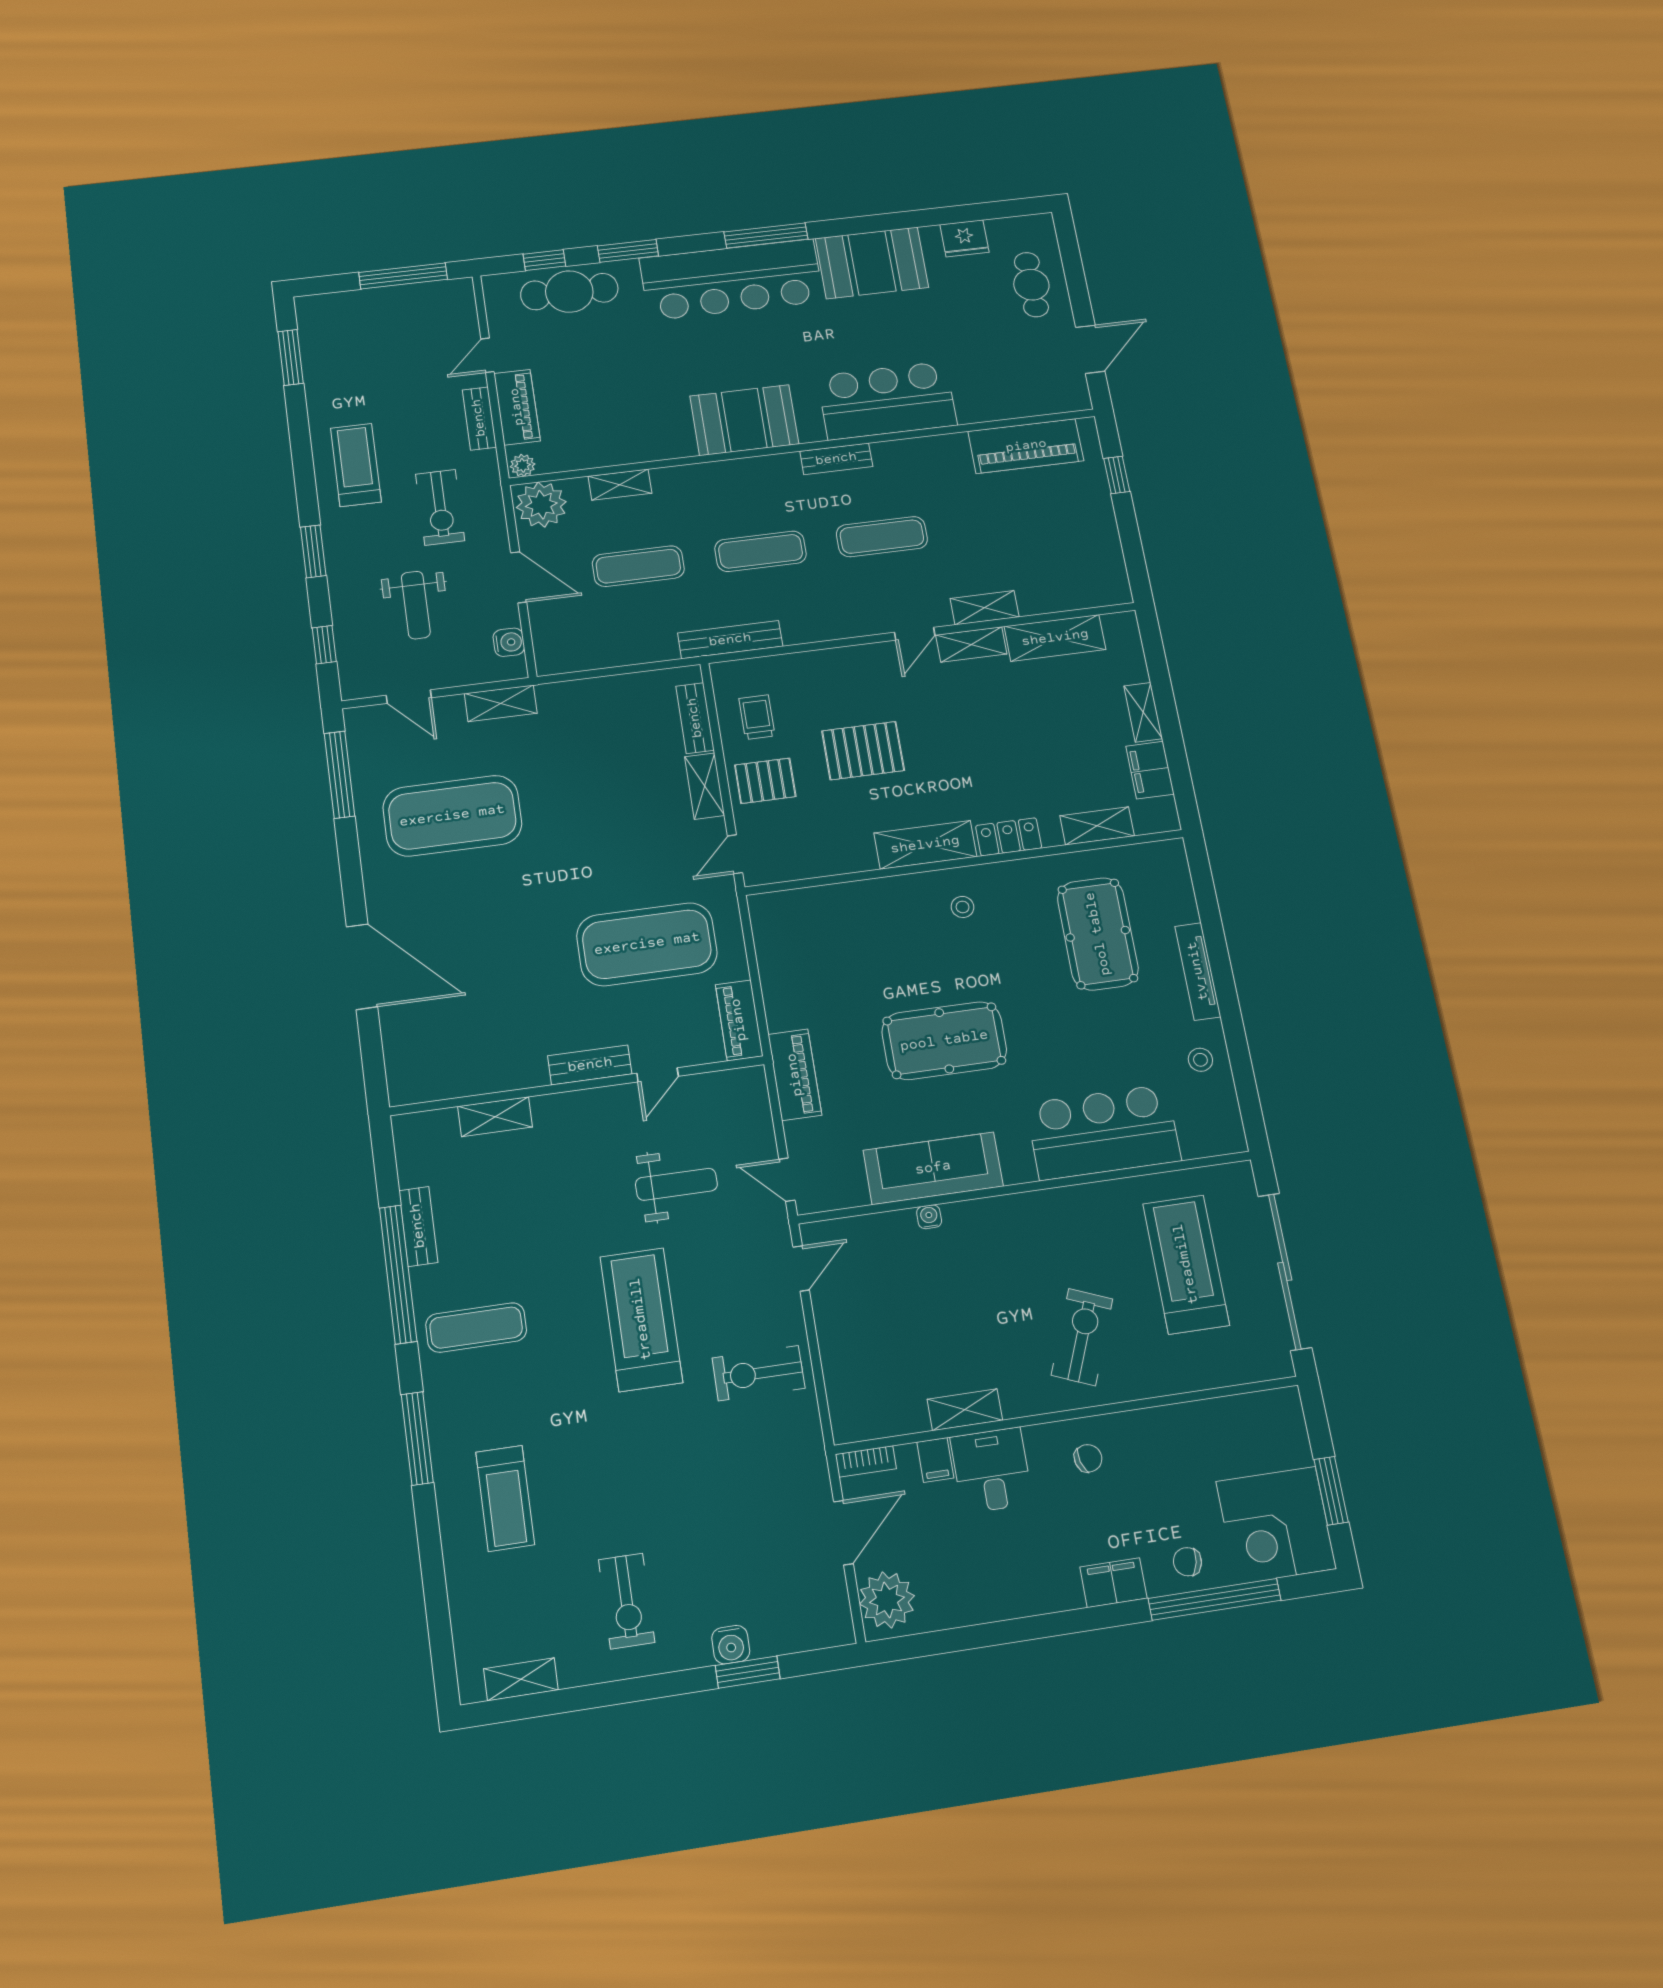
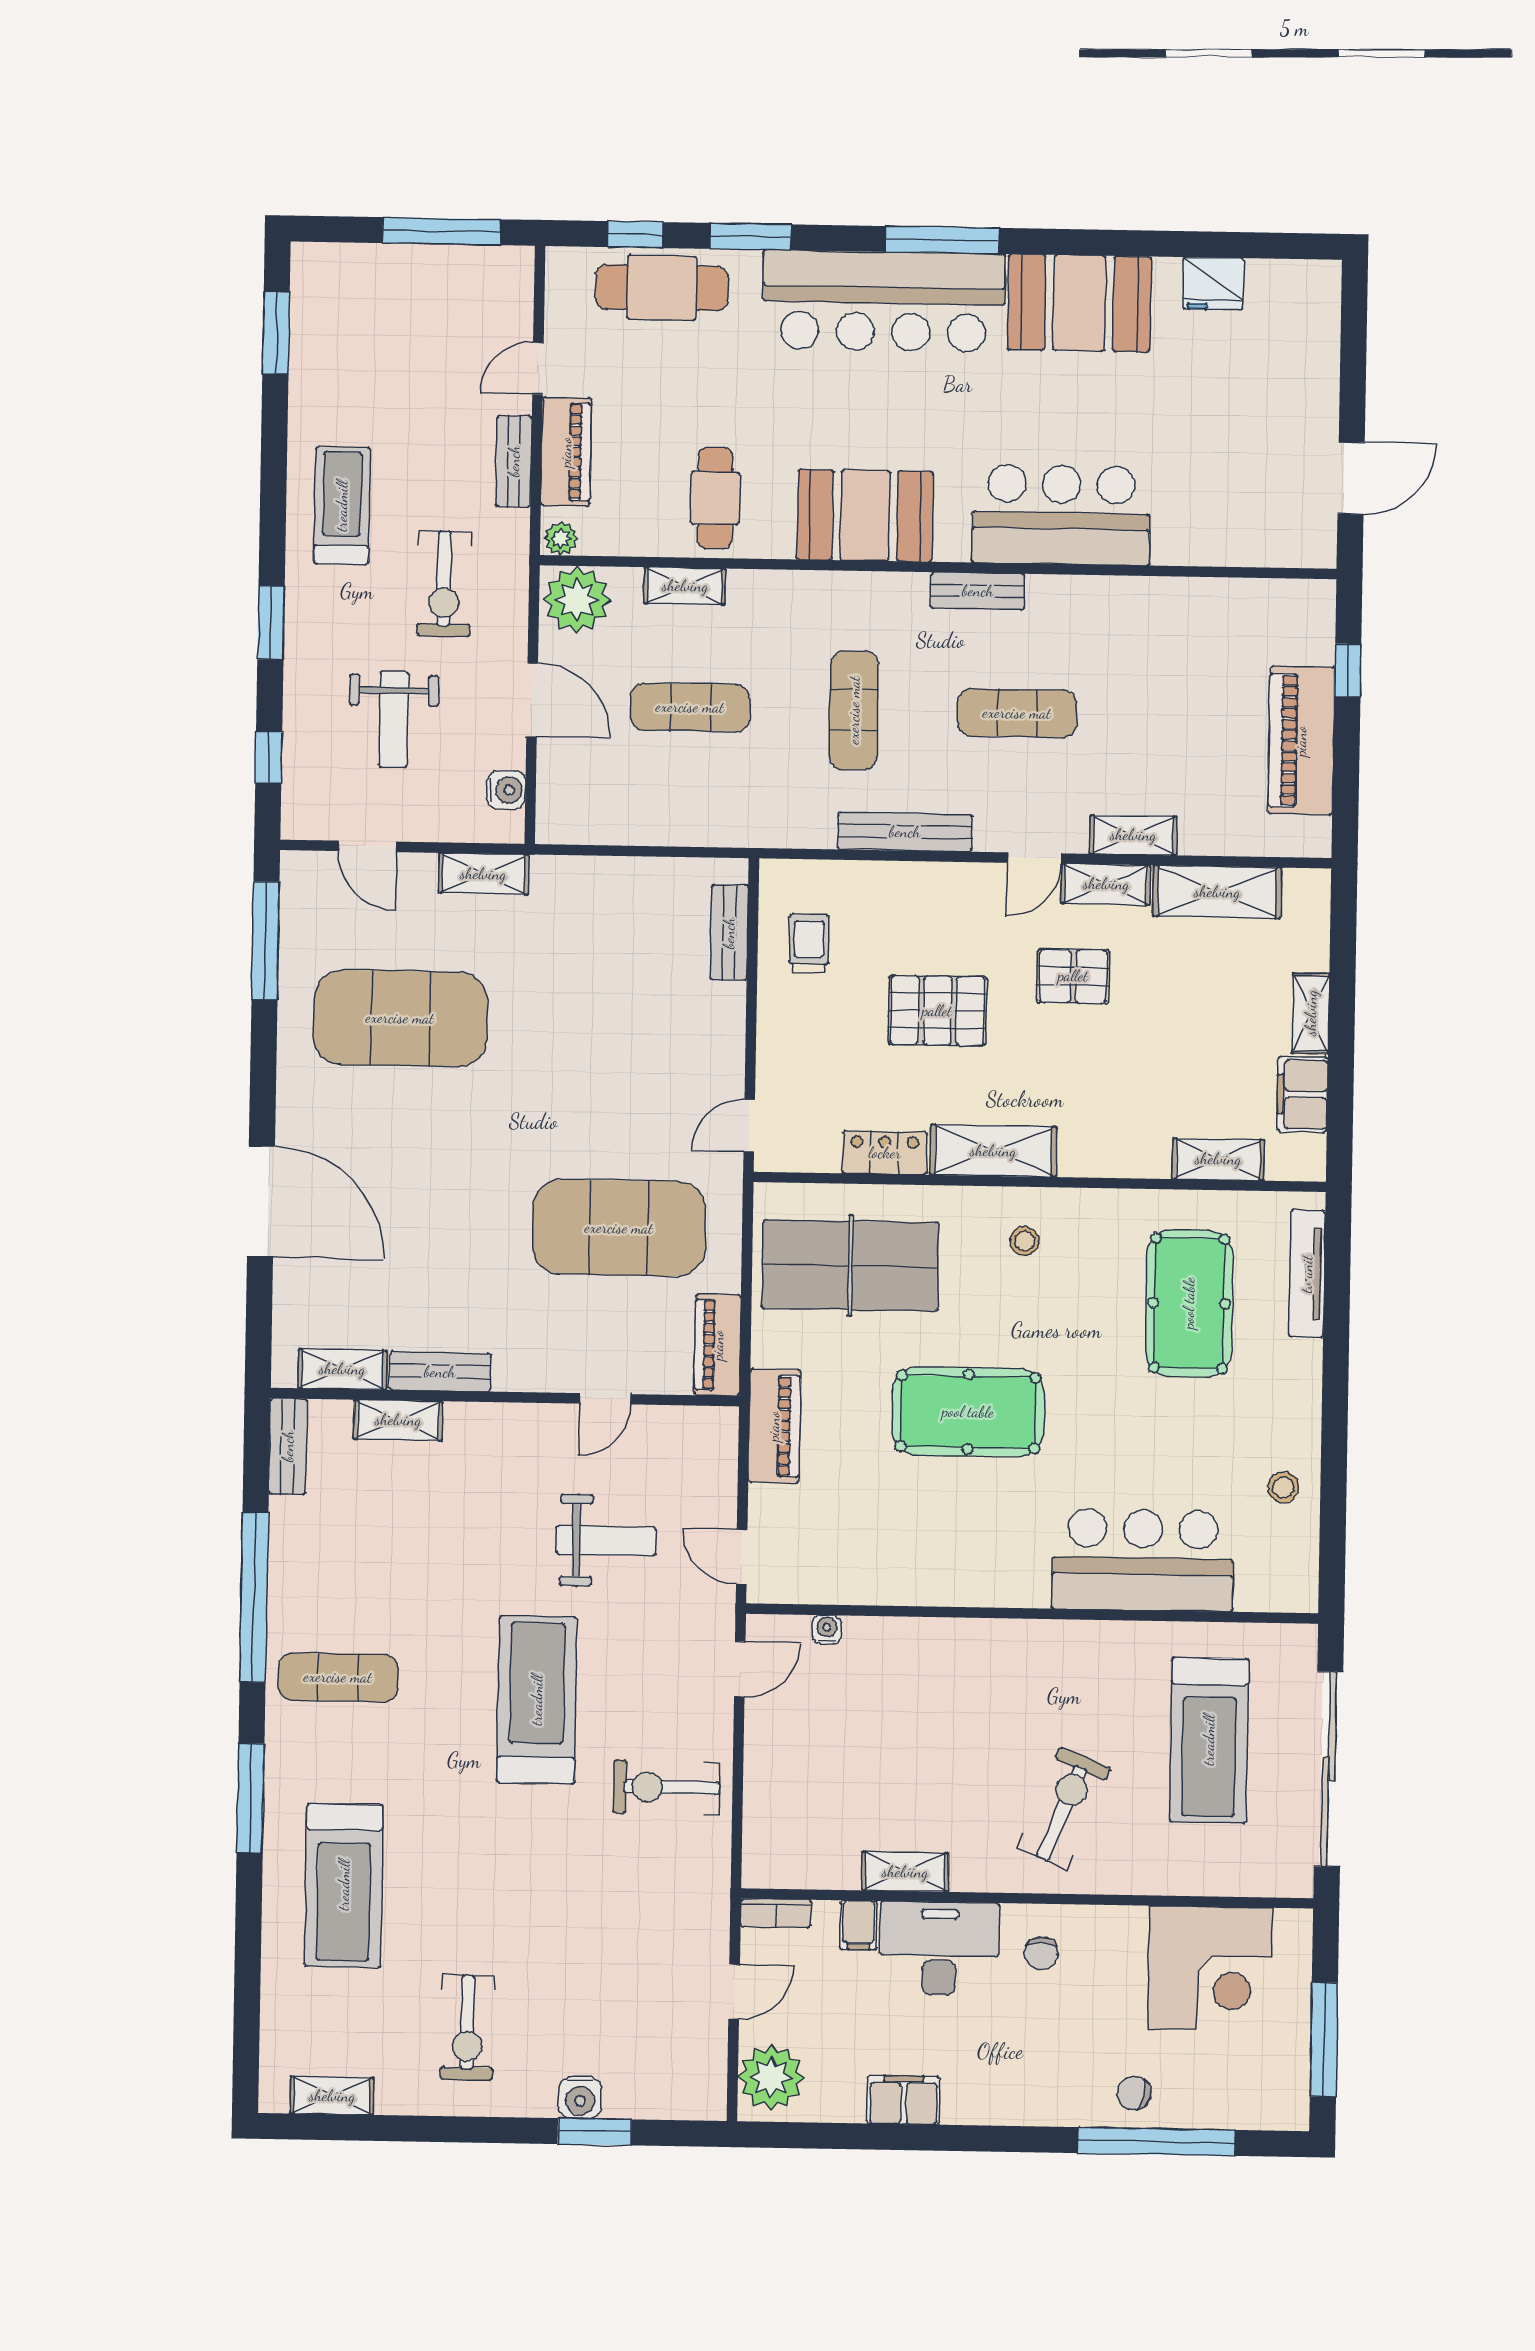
cafe table: (1031, 285) -> (715, 498), moved
piano: (1026, 446) -> (1301, 741), moved, turned 90
exercise mat: (761, 551) -> (854, 710), turned 90
bench: (730, 640) -> (905, 832), moved
pallet: (765, 781) -> (1073, 976), moved
shelving: (705, 786) -> (342, 1369), moved, turned 90
locker: (1009, 837) -> (885, 1153), moved
table tennis table: (832, 945) -> (851, 1265), added
tv unit: (1198, 971) -> (1307, 1274), moved
bench: (590, 1065) -> (440, 1372), moved
sofa: (933, 1168) -> (923, 1571), removed
water cooler: (929, 1217) -> (827, 1629), moved
bench: (418, 1226) -> (288, 1446), moved
treadmill: (1186, 1264) -> (1209, 1740), turned 180
chair: (1088, 1458) -> (1041, 1953), turned 105
desk: (992, 1470) -> (939, 1949), width x1.37
window: (1331, 1491) -> (1324, 2040), width x1.44
treadmill: (505, 1498) -> (344, 1885), width x1.37, depth x1.38
corner desk: (1276, 1525) -> (1210, 1968), moved, turned -90
door: (843, 1533) -> (734, 1992), width x0.73
filing cabinet: (1113, 1583) -> (903, 2100), moved

